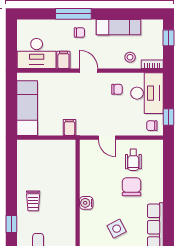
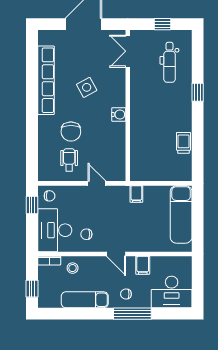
desk: (37, 53) -> (172, 292), moved, turned 180
trolley: (33, 201) -> (183, 143), moved

